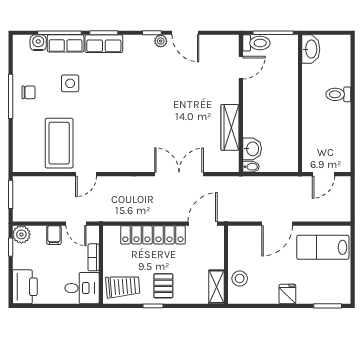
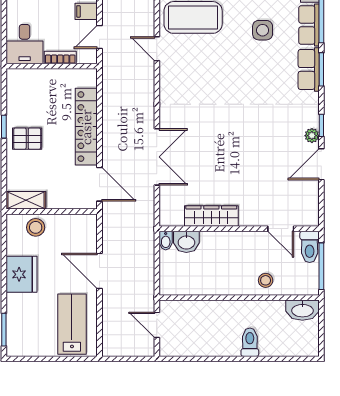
stool: (285, 81) -> (266, 280), added
trolley: (123, 286) -> (26, 91), removed
fridge: (287, 294) -> (22, 274), width x1.88, depth x1.34

